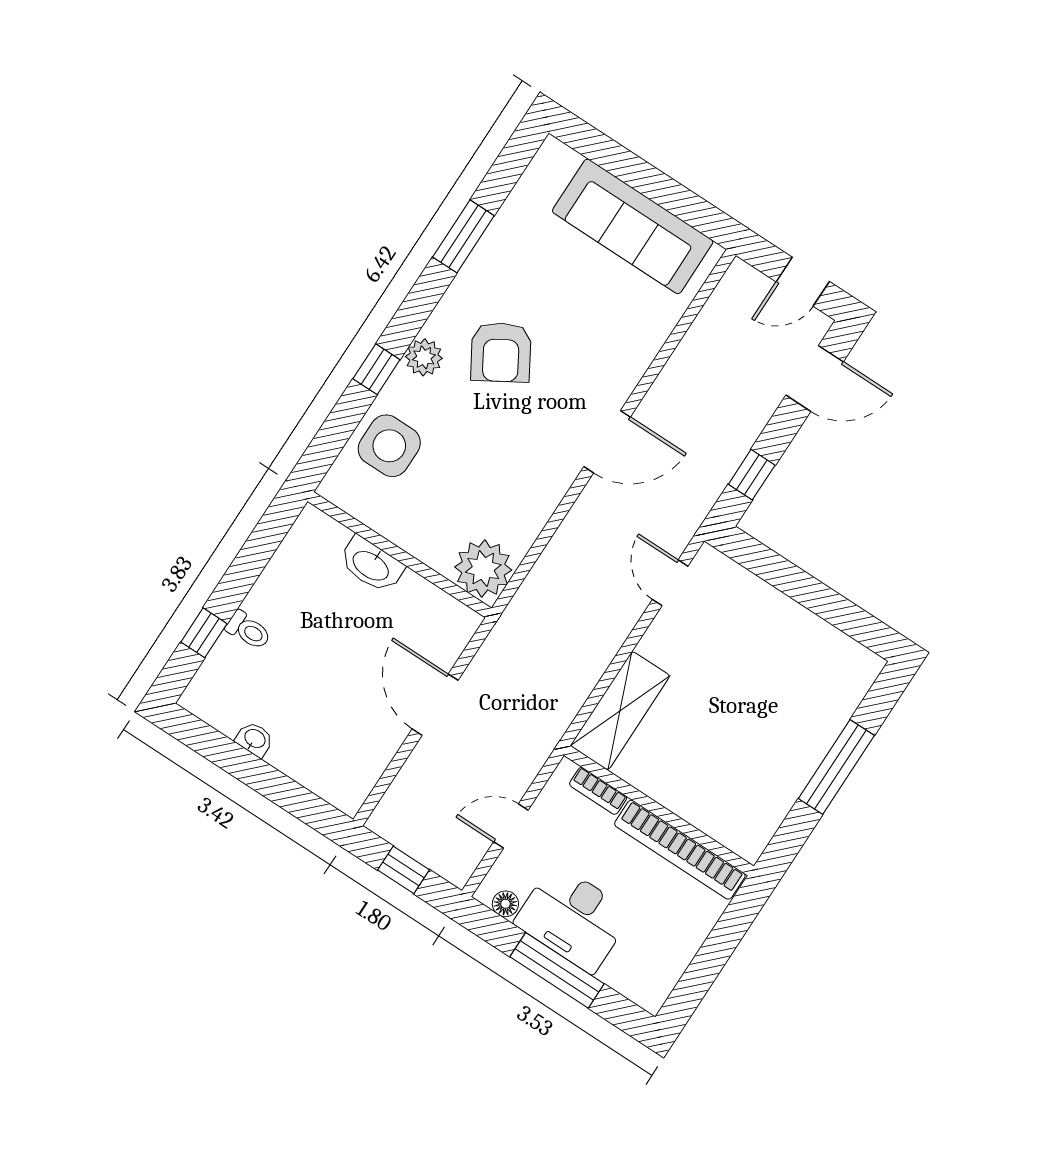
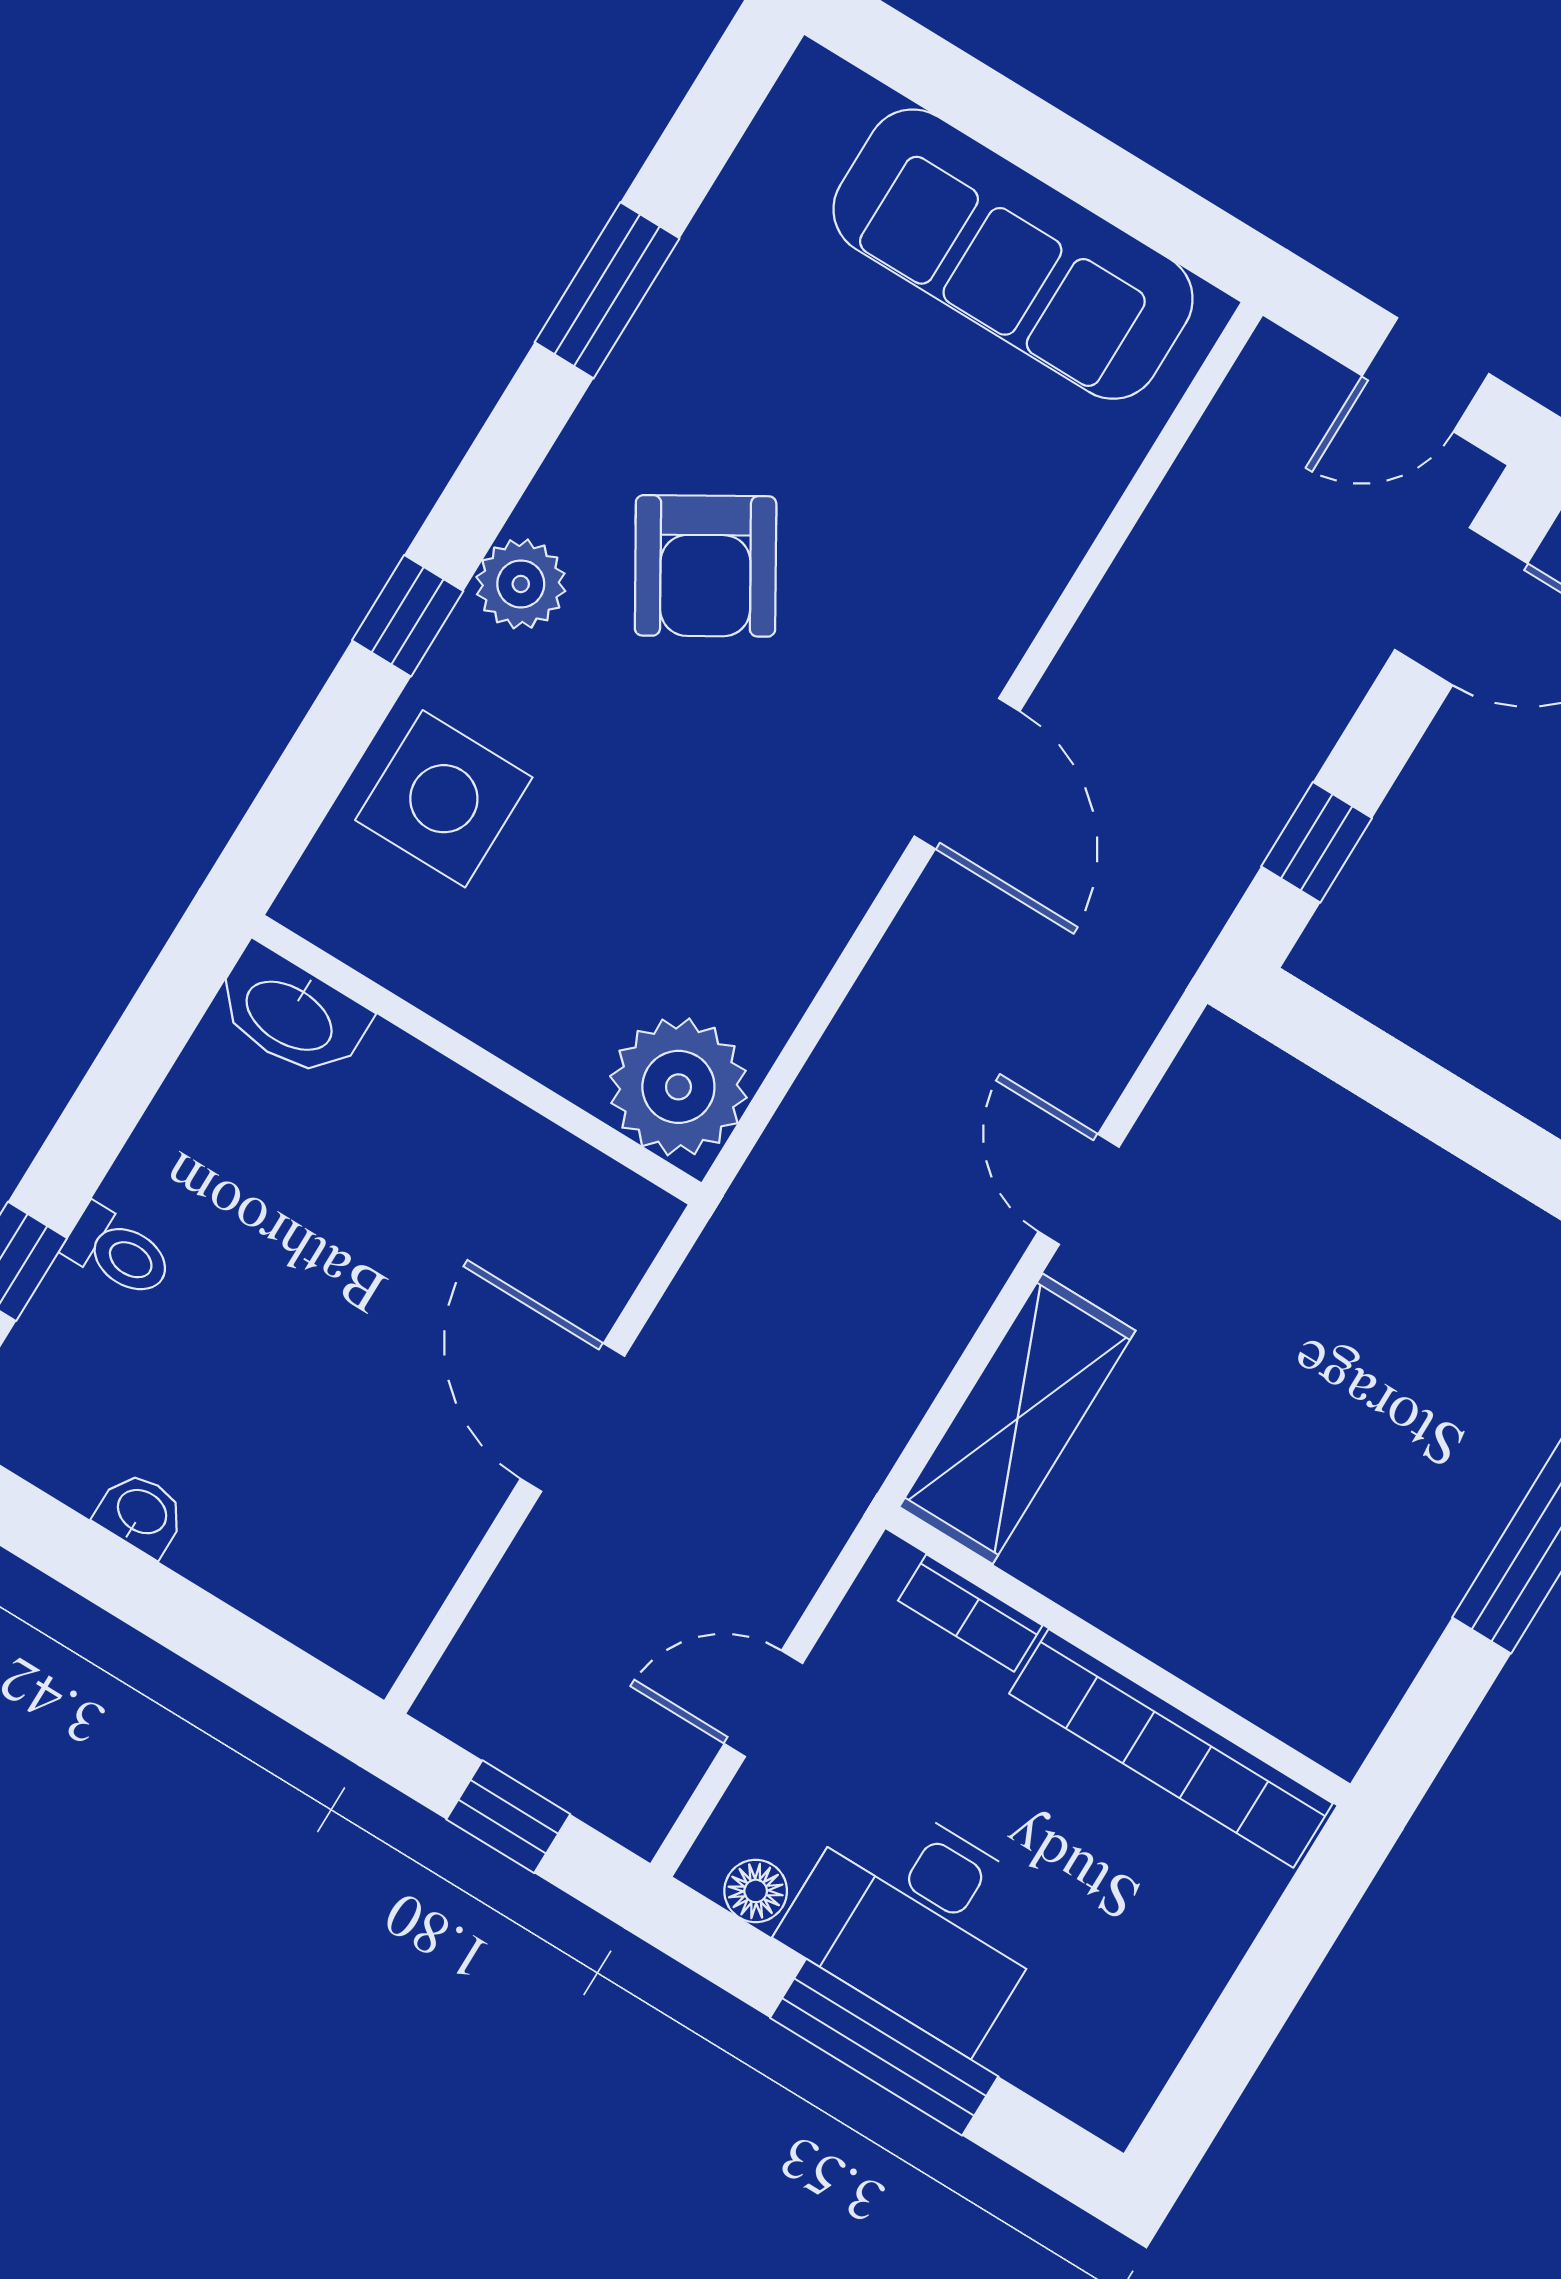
door: (607, 442) -> (967, 774), hinge flipped
washbasin: (371, 565) -> (290, 1013), moved
door: (670, 583) -> (1079, 1189), moved

